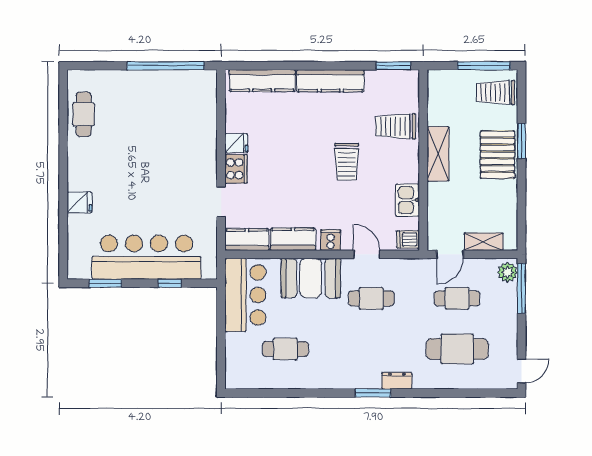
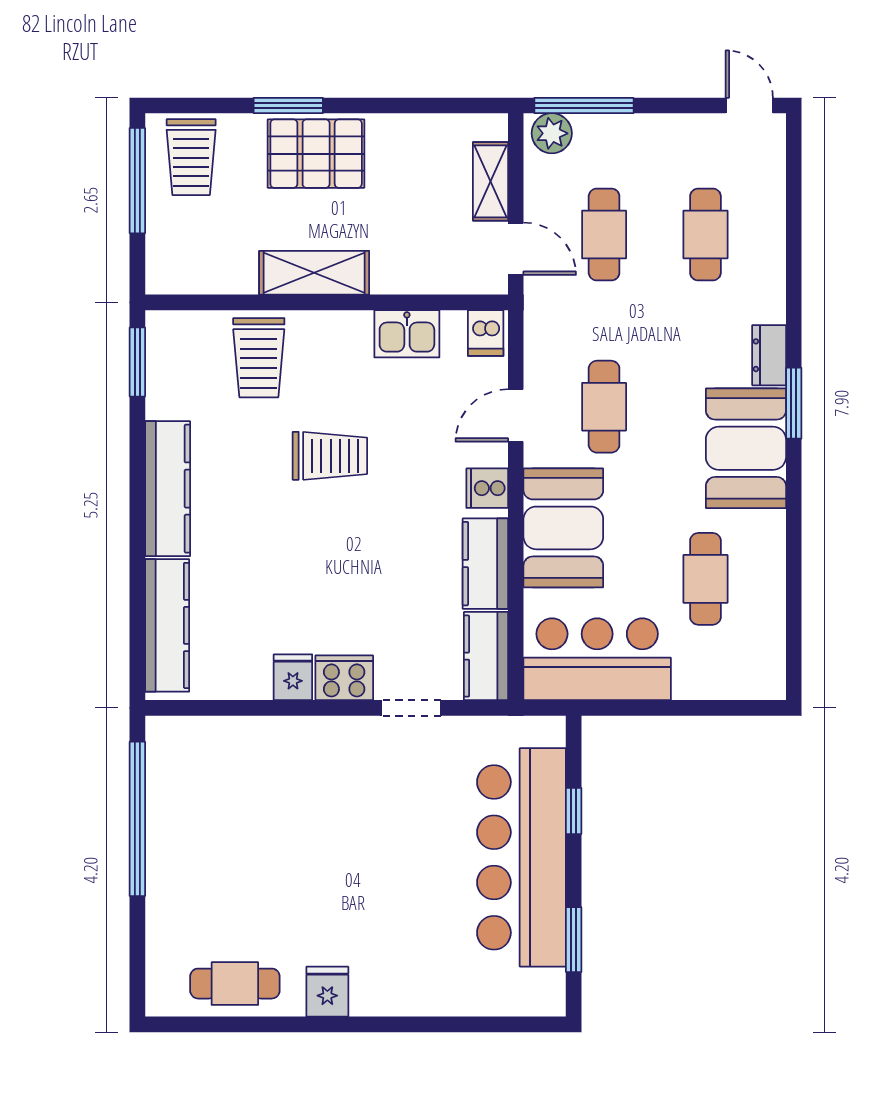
fridge: (79, 202) -> (327, 992), moved
cafe table: (457, 349) -> (705, 234), width x0.73, depth x0.74
booth: (350, 369) -> (746, 448), added

